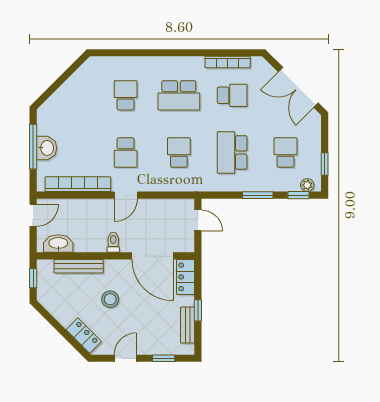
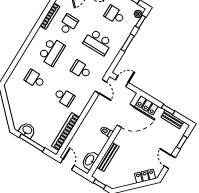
washbasin: (47, 148) -> (27, 130), moved
door: (126, 195) -> (101, 86), moved
stool: (110, 299) -> (135, 151), removed

